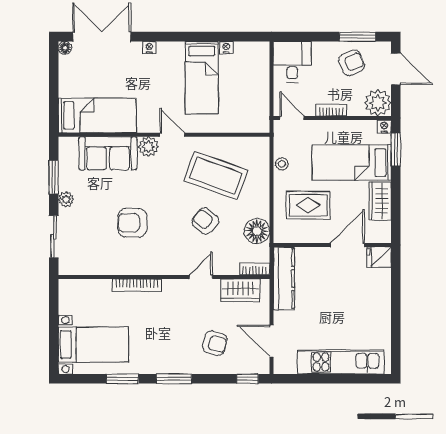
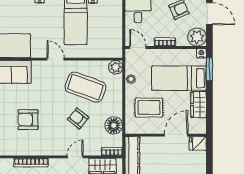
plant: (149, 147) -> (116, 67), moved

